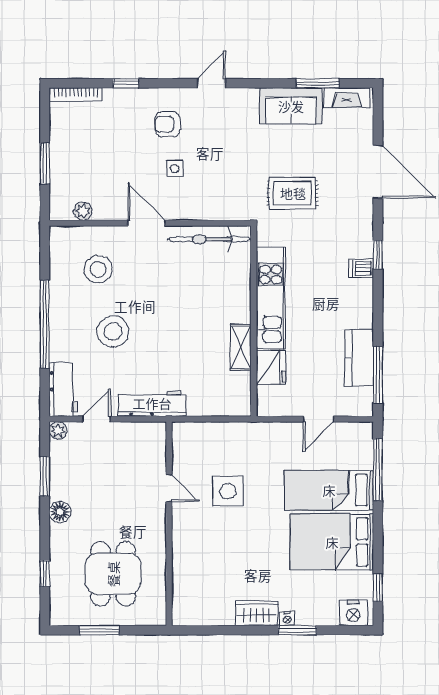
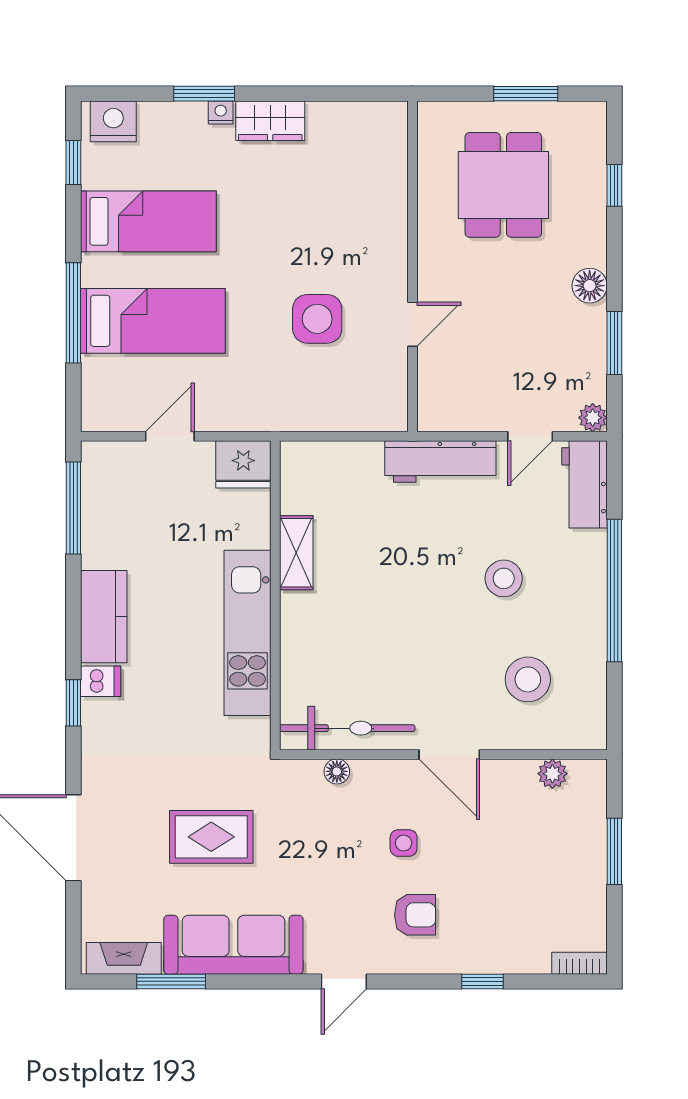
bookcase: (76, 94) -> (580, 963), width x0.64
sofa: (291, 106) -> (233, 945), width x1.36
rug: (293, 193) -> (211, 837), moved
floor lamp: (216, 213) -> (337, 771), added
stool: (113, 331) -> (504, 578), width x0.73, depth x0.73
kitchen counter: (359, 358) -> (104, 617), moved
fridge: (271, 368) -> (243, 464), moved, turned -90
window: (378, 470) -> (73, 313), moved
door: (169, 488) -> (413, 324), swing flipped
bed: (332, 542) -> (148, 221), width x0.67

